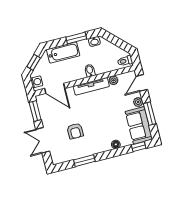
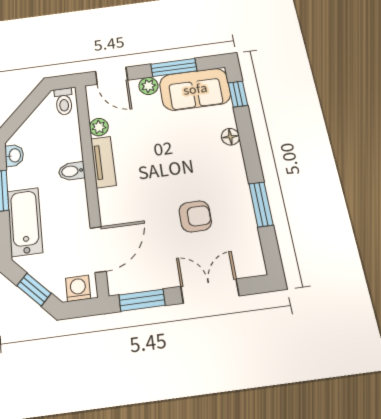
tv unit: (91, 86) -> (103, 162), width x0.71
double door: (43, 140) -> (210, 291), swing flipped

